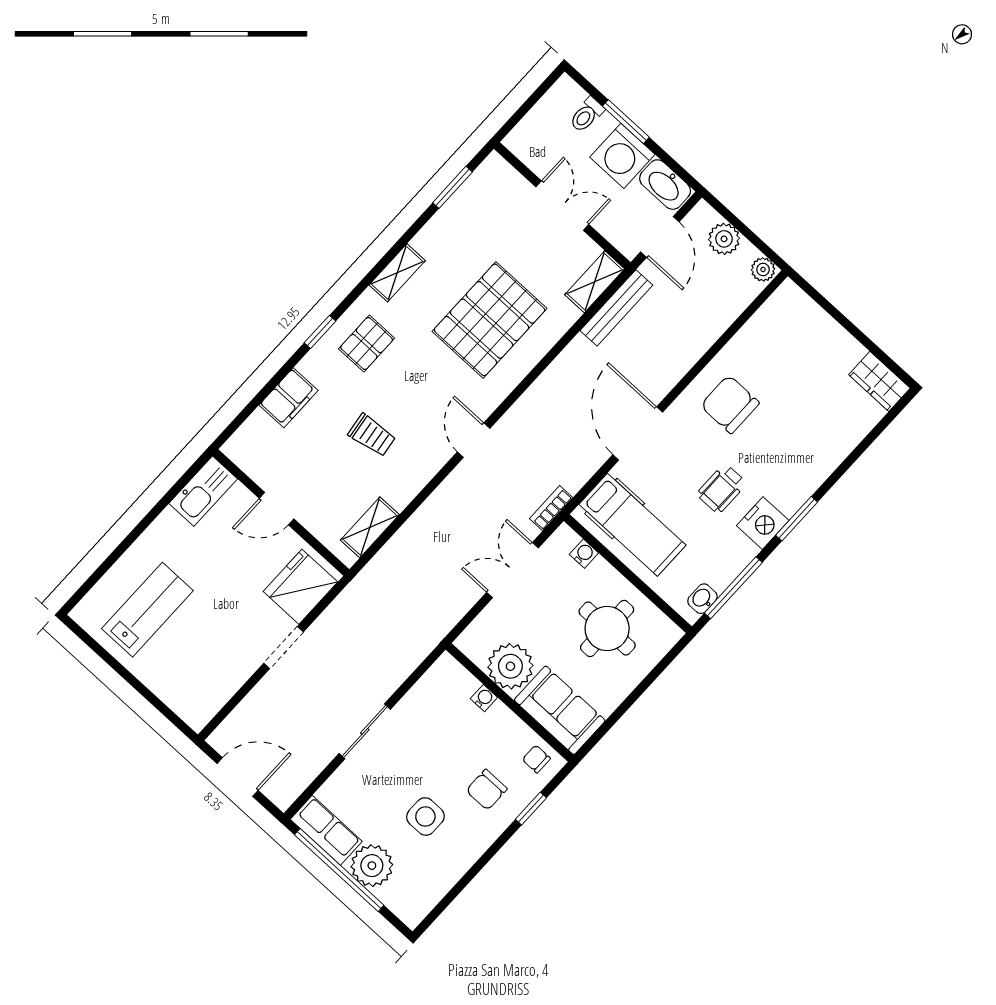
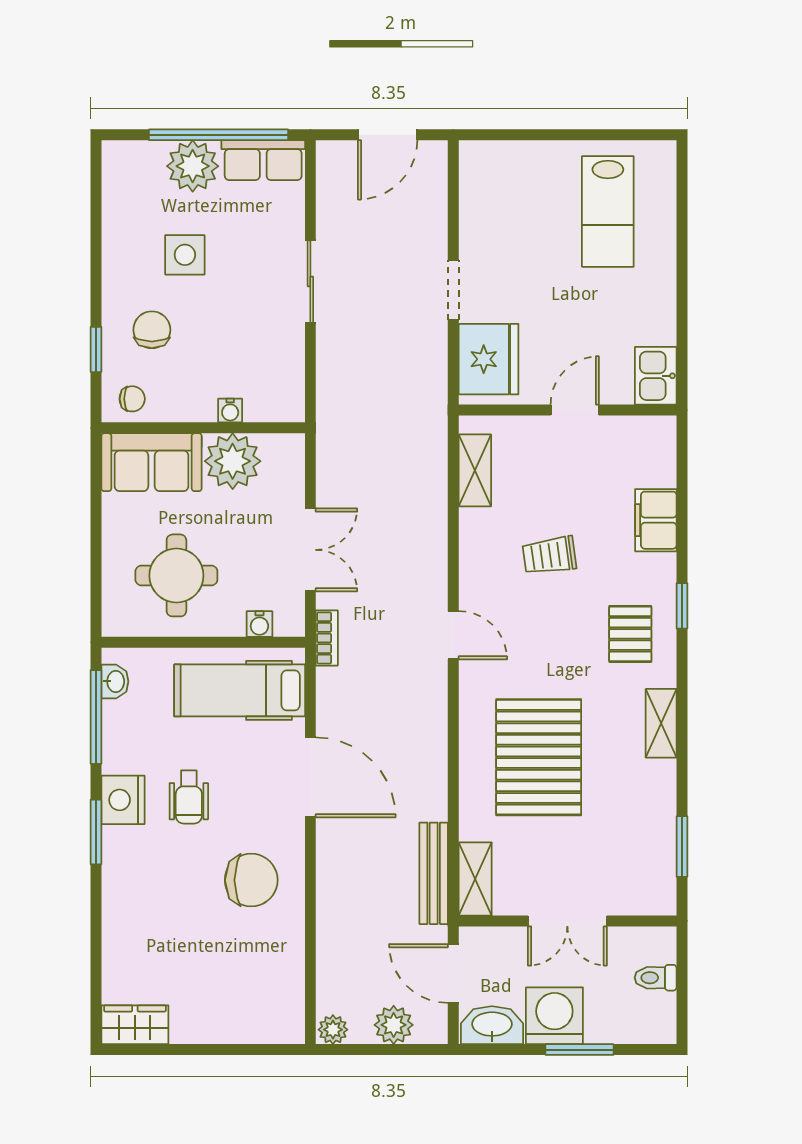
toilet: (587, 115) -> (656, 978), moved, turned -90
wheelchair: (722, 489) -> (189, 797), turned 180
kitchen sink: (203, 491) -> (656, 376), width x0.73

